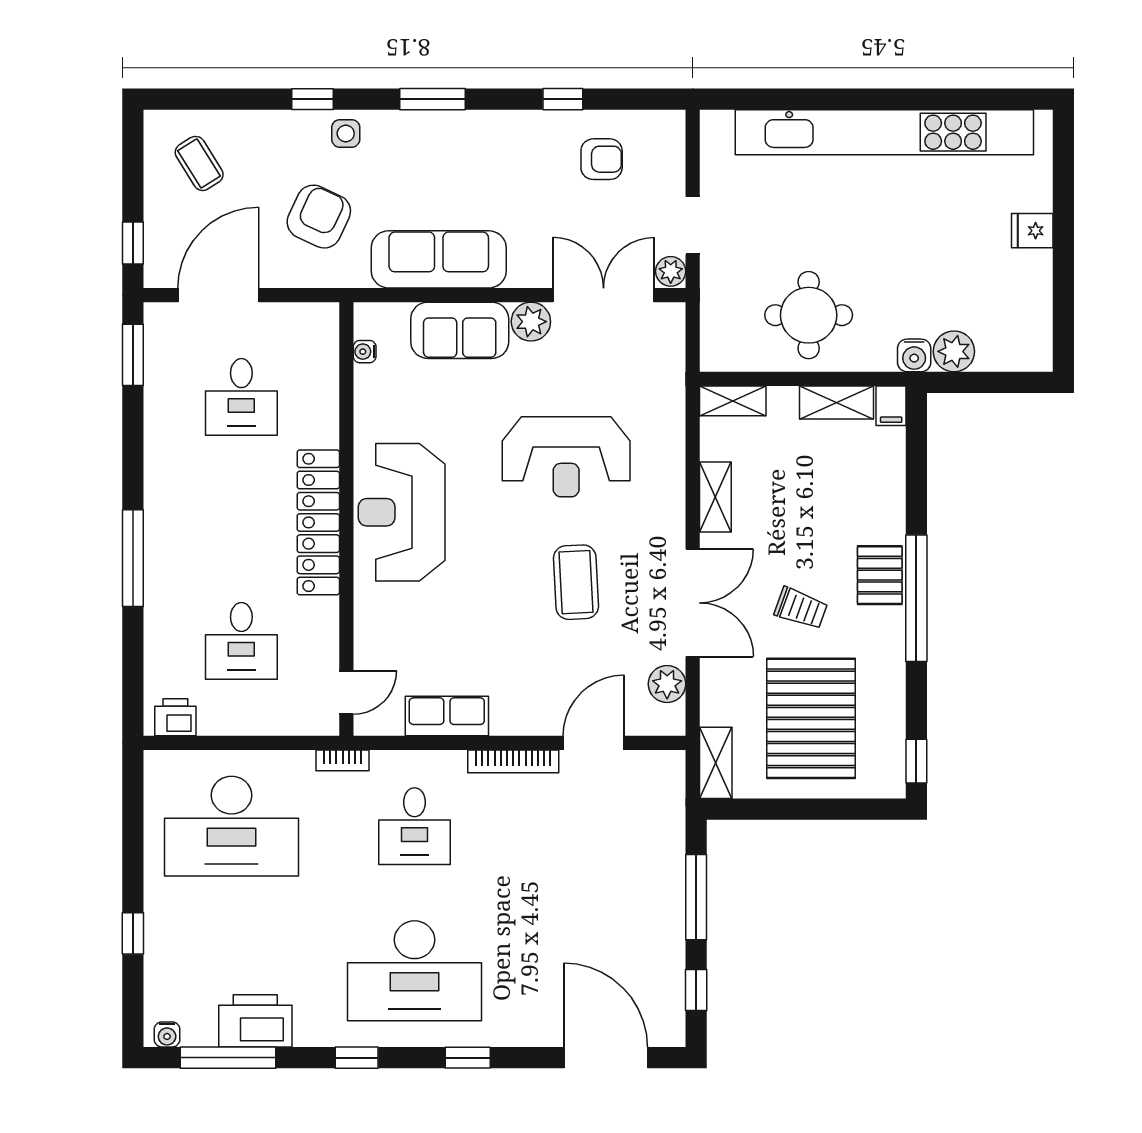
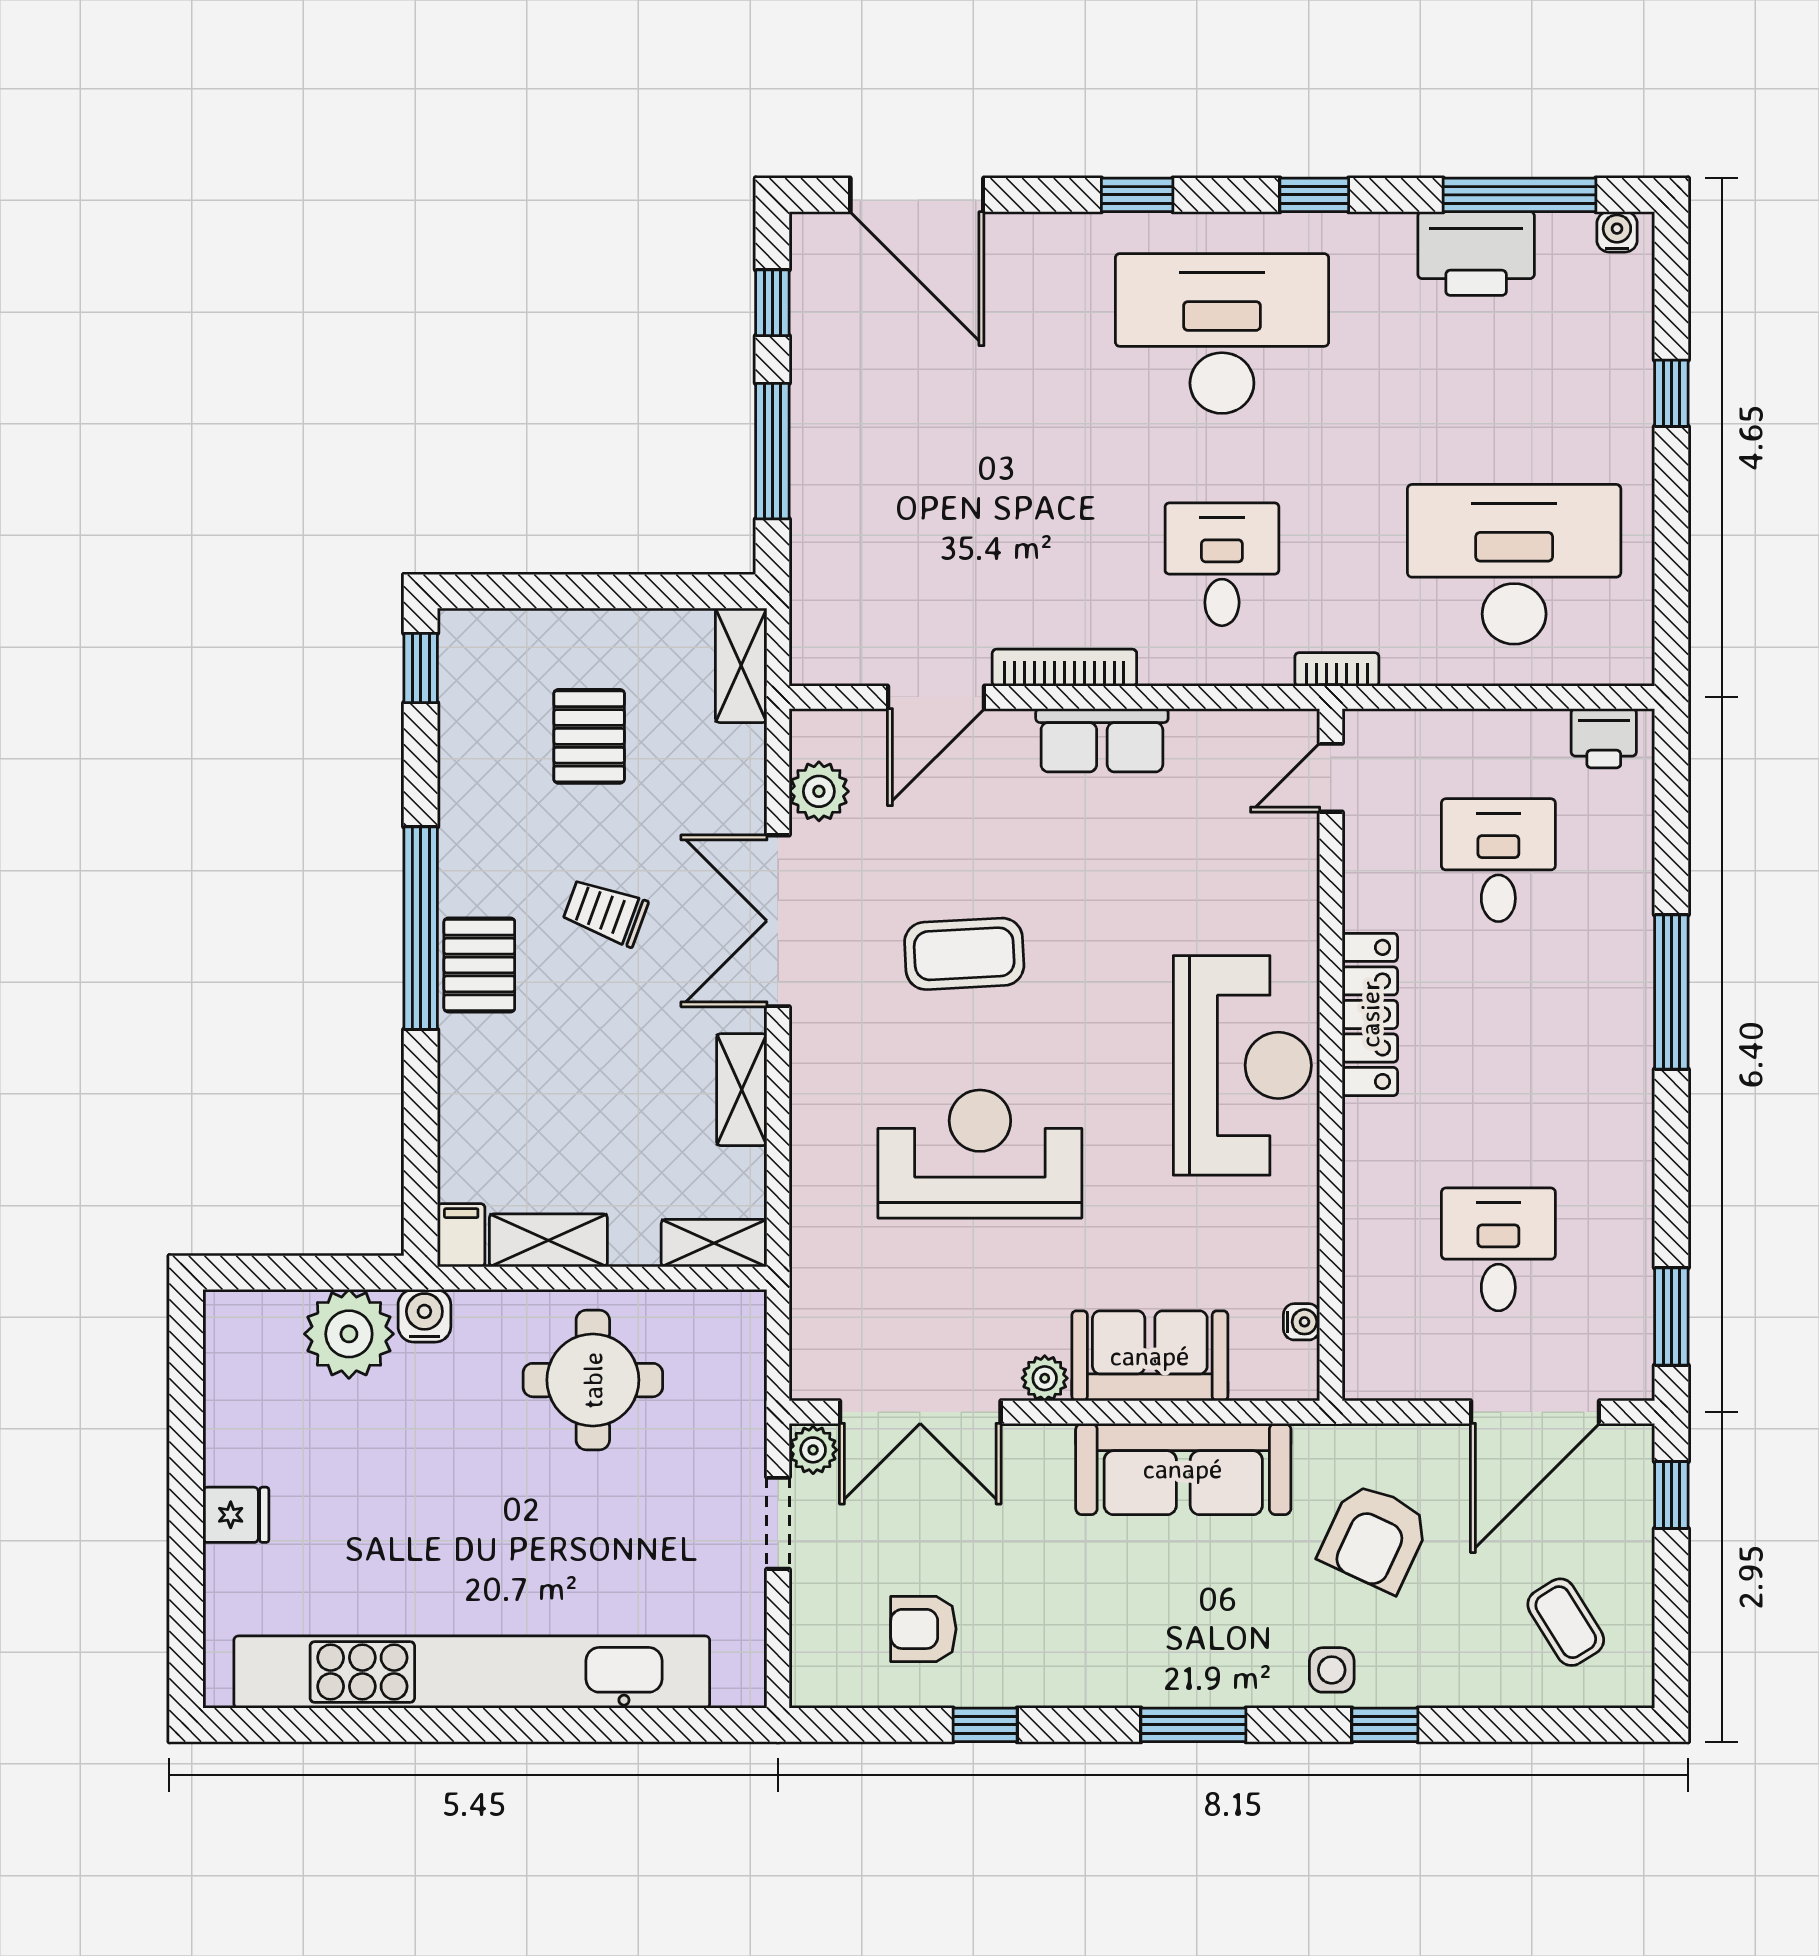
plant: (531, 322) -> (1045, 1378), width x0.73, depth x0.73
plant: (954, 351) -> (349, 1334), width x1.36, depth x1.36
locker: (318, 522) -> (1370, 1014), width x0.71, depth x0.83
coffee table: (576, 582) -> (964, 954), turned 90
row of seats: (447, 716) -> (1102, 740), moved
pallet: (811, 718) -> (589, 736), width x0.49, depth x0.50

